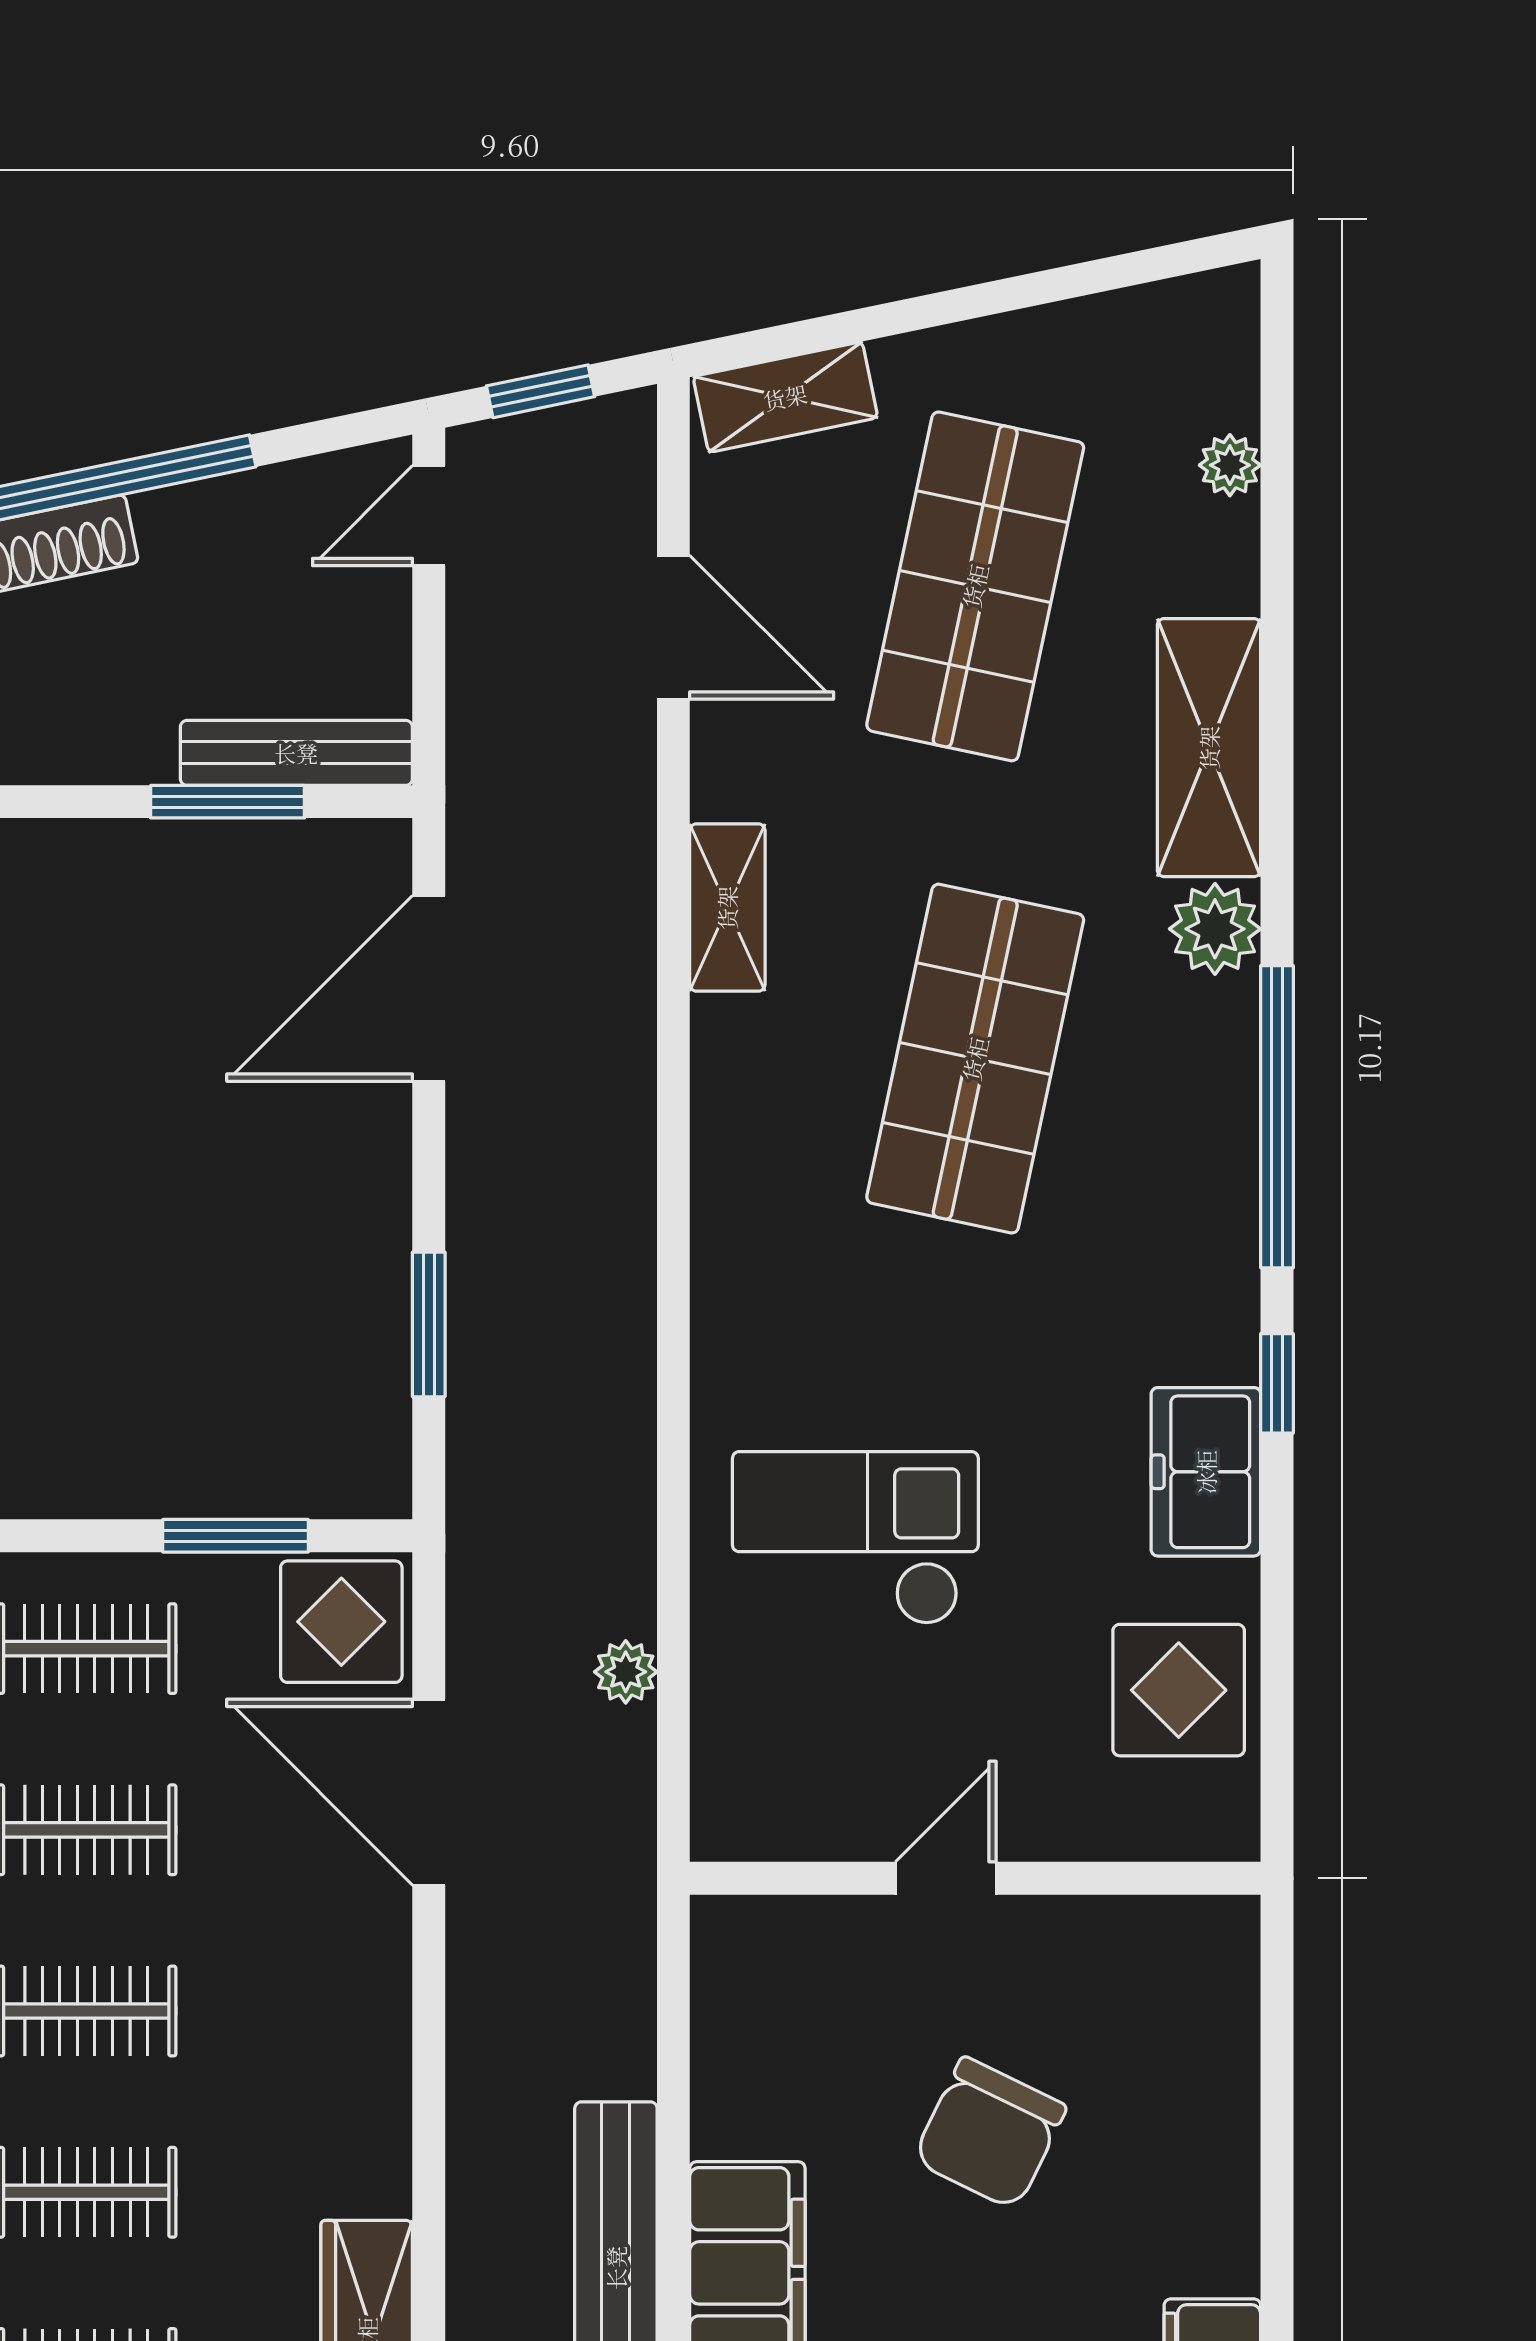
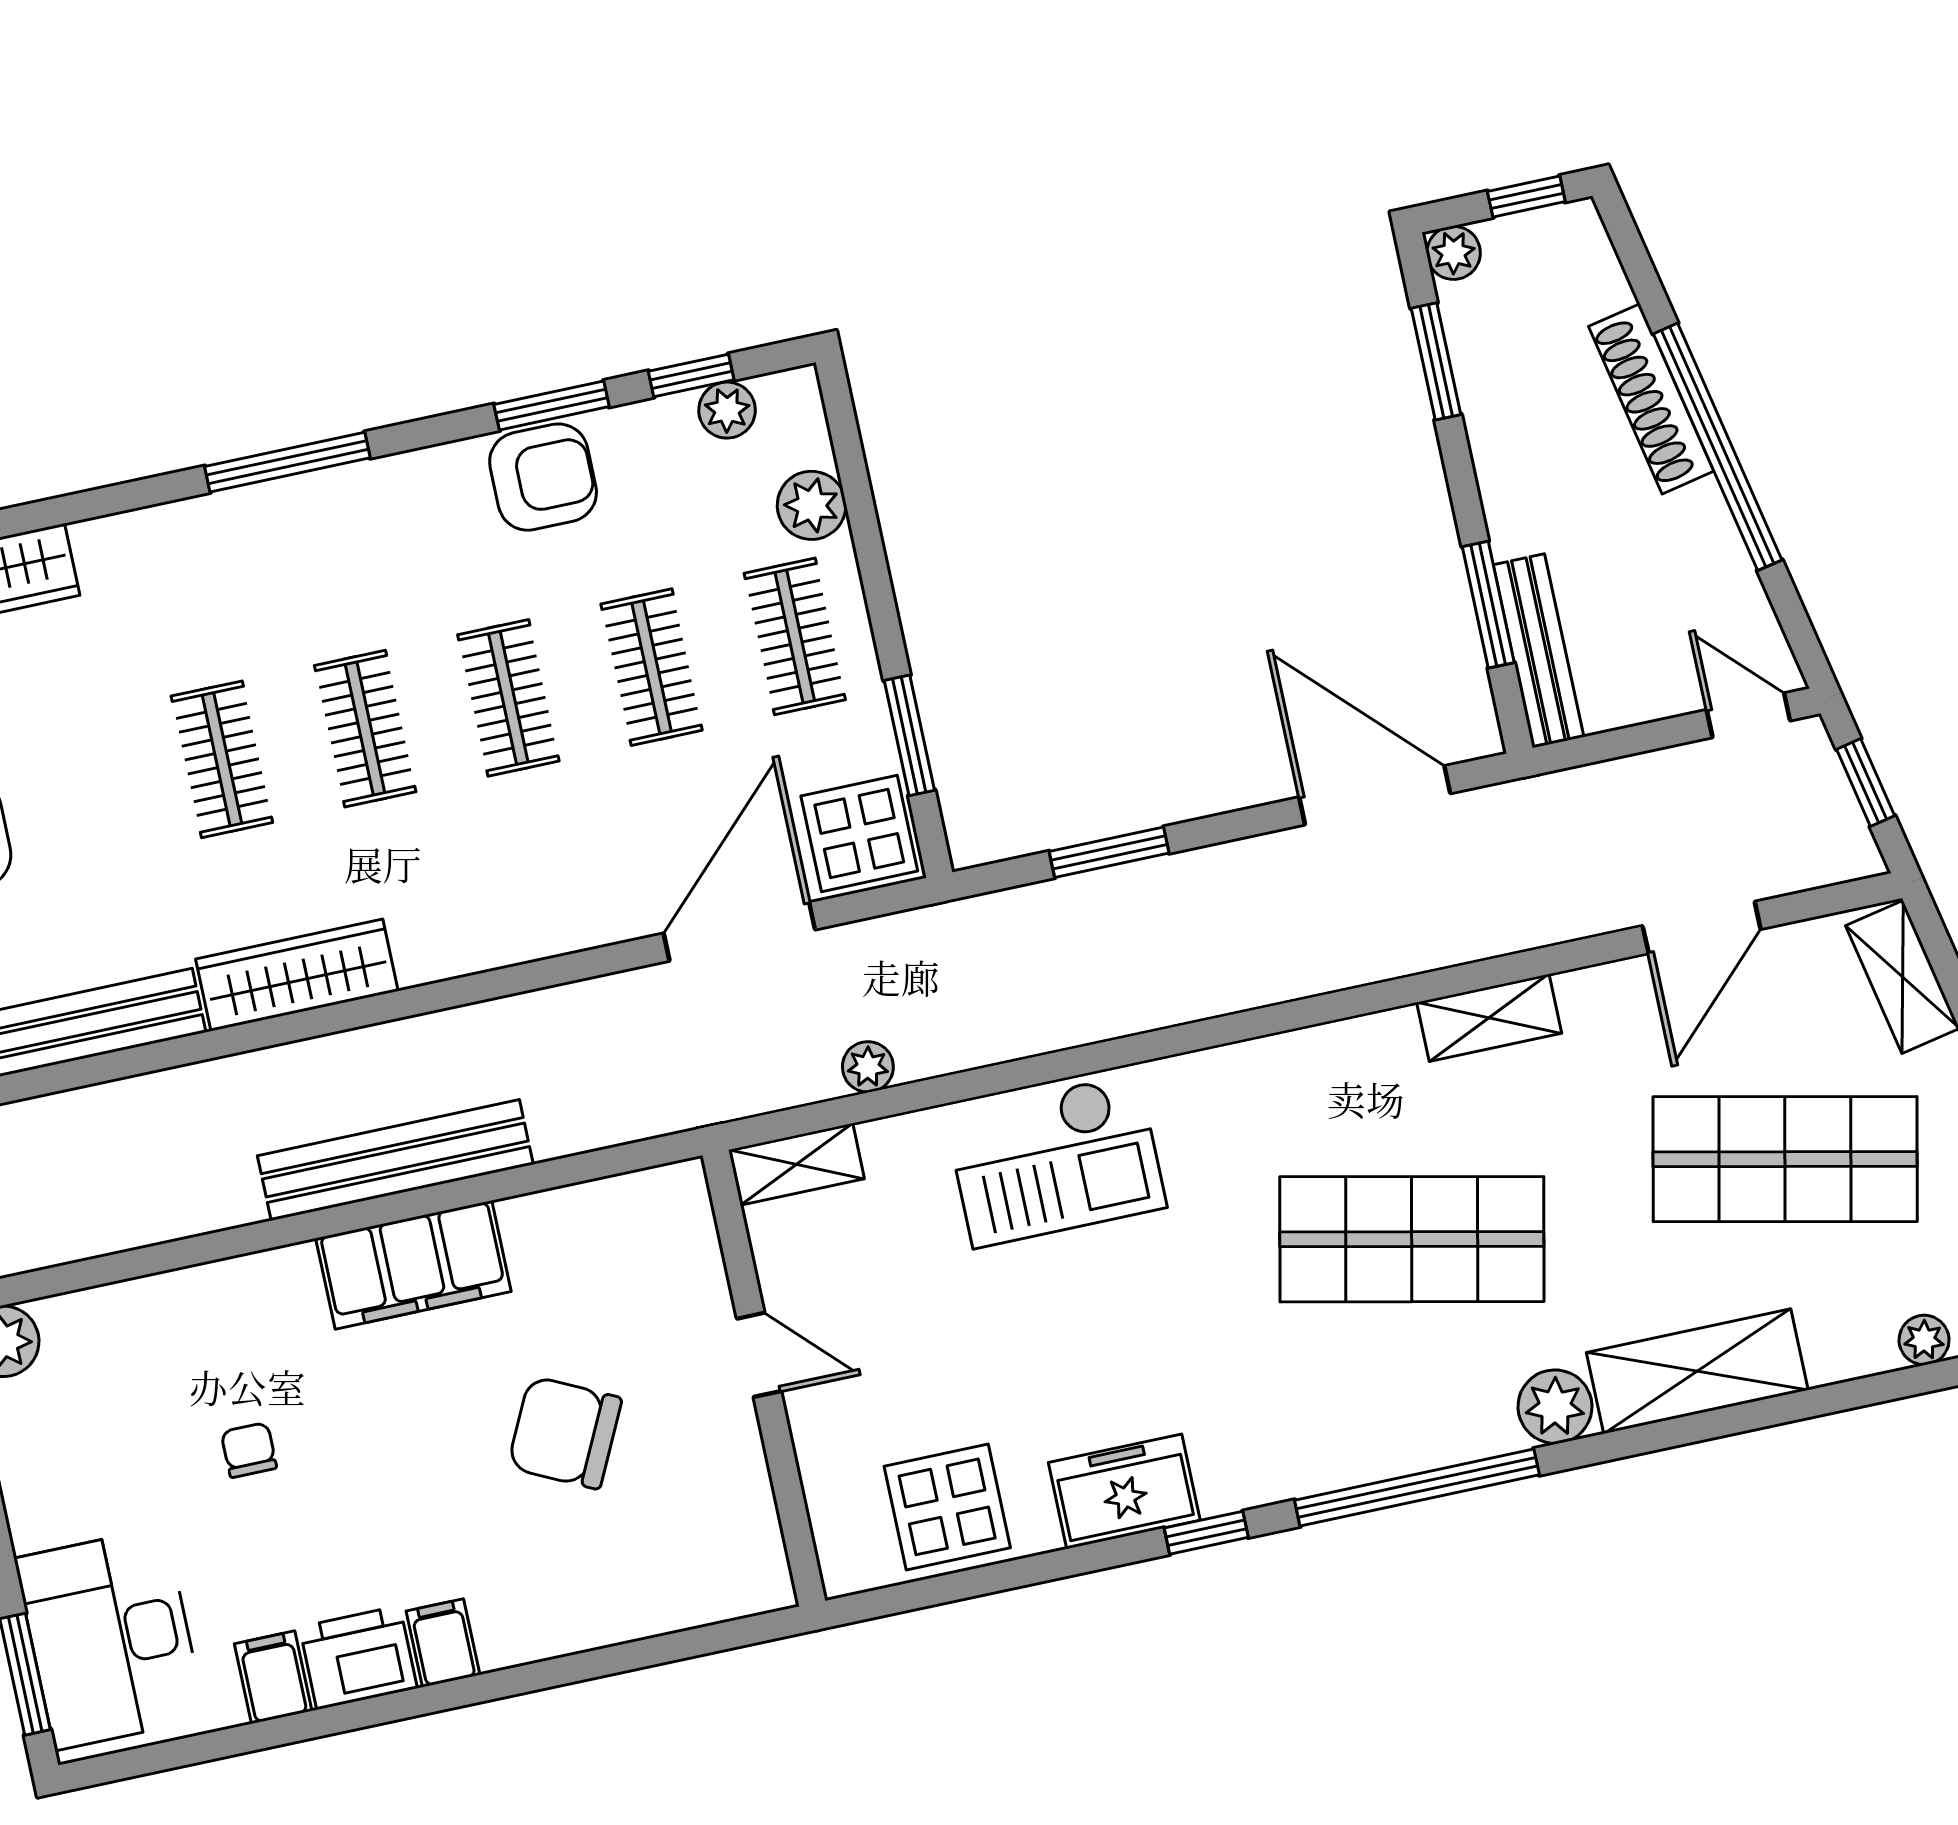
checkout: (855, 1538) -> (1056, 1160), moved, turned 90
shelving: (725, 1783) -> (796, 1164), added

